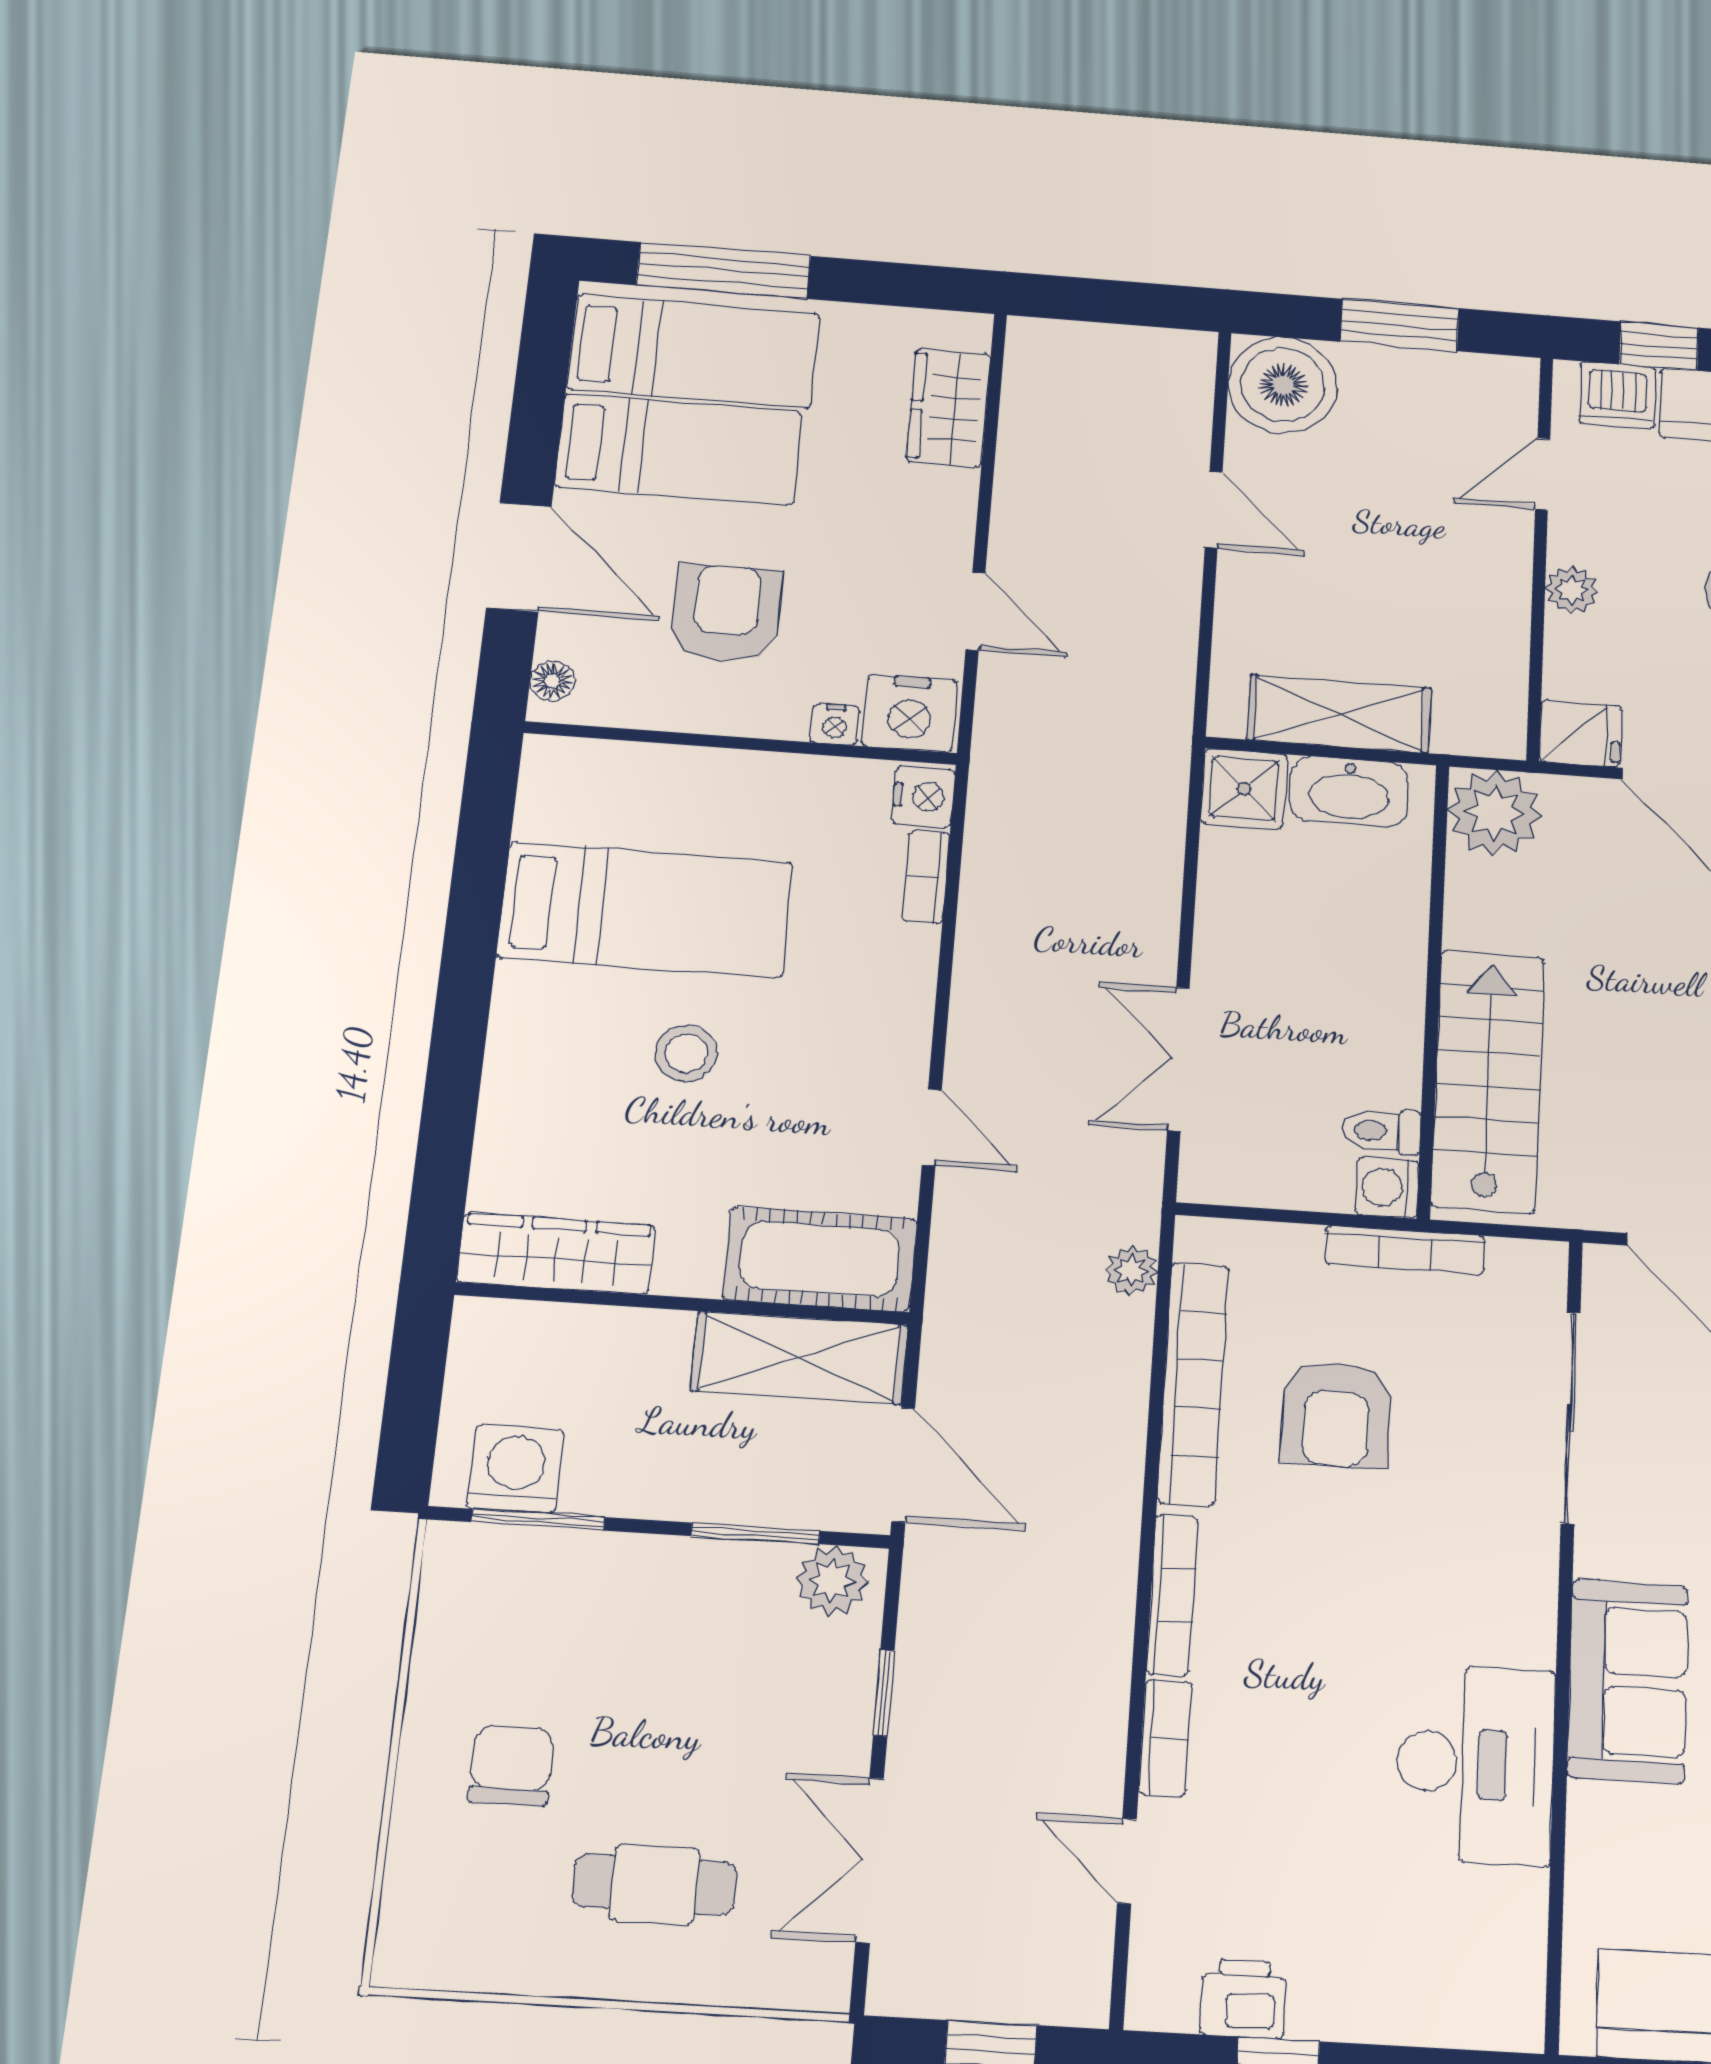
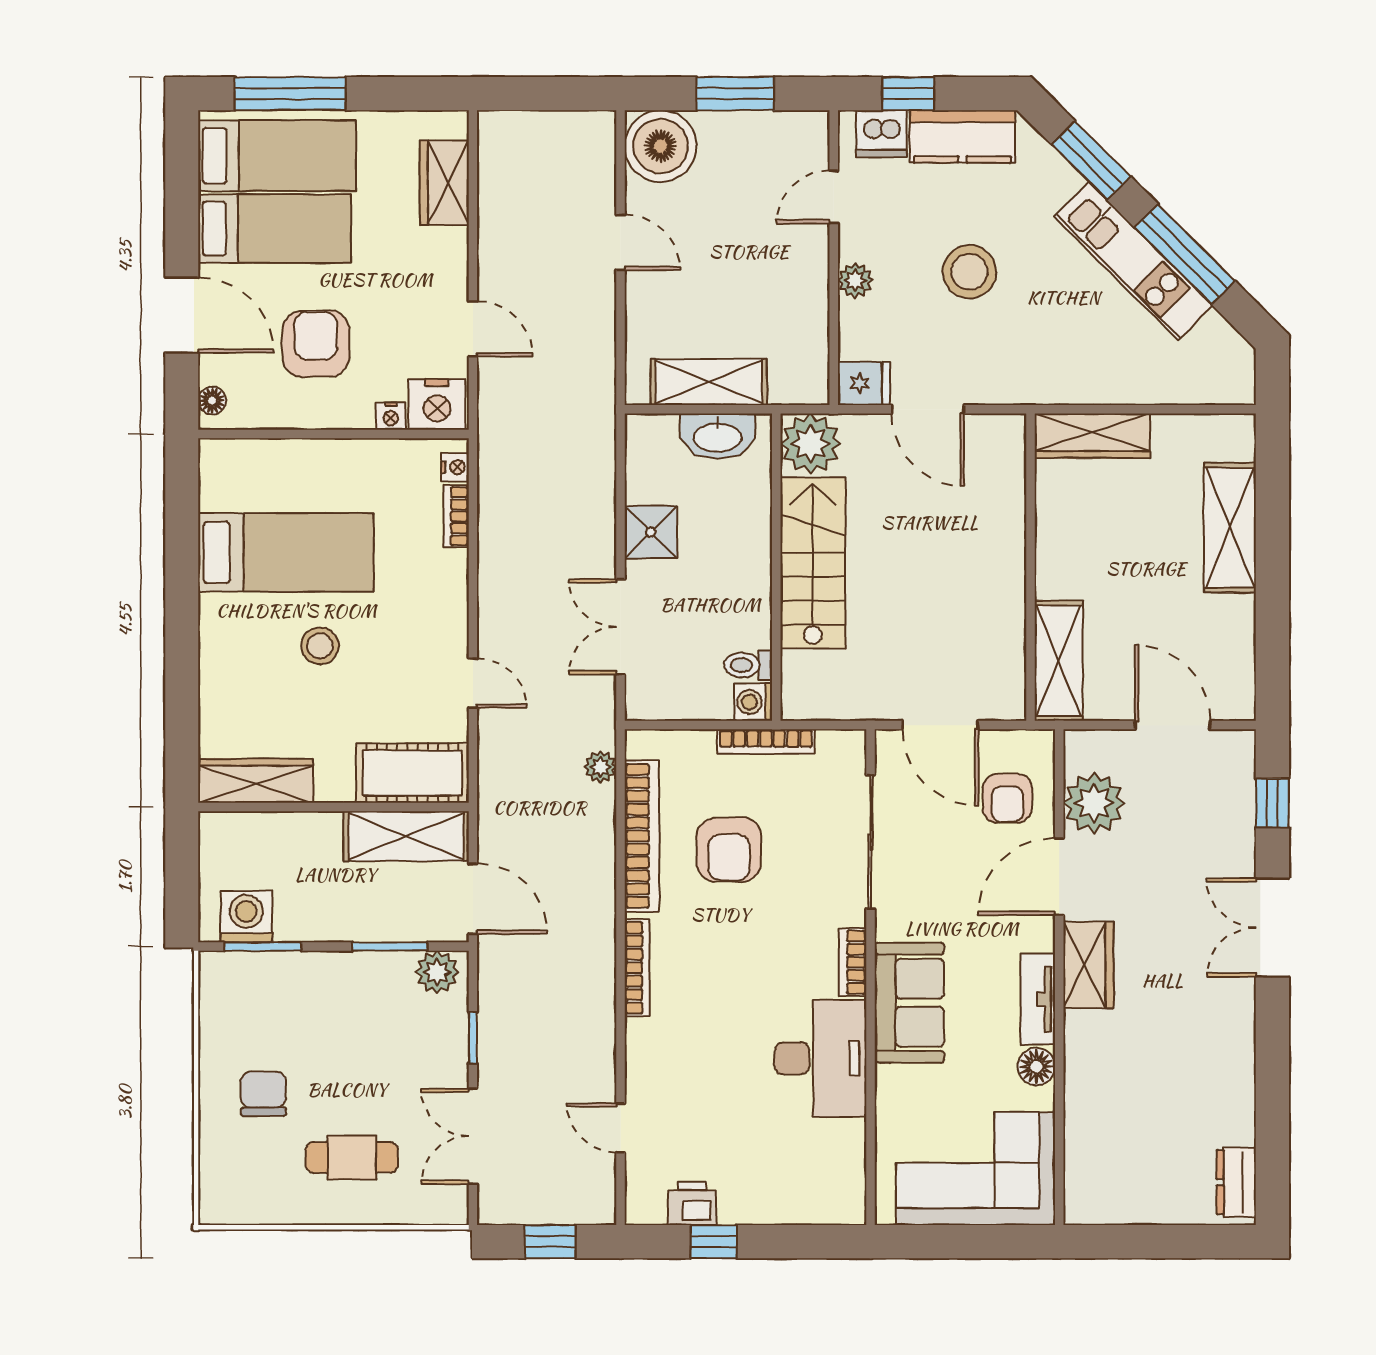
shower: (1244, 789) -> (651, 532), moved
nightstand: (924, 797) -> (455, 467), width x0.72, depth x0.74
stairs: (1488, 1081) -> (813, 563), moved
bookcase: (1165, 1738) -> (853, 962), moved, turned 180

